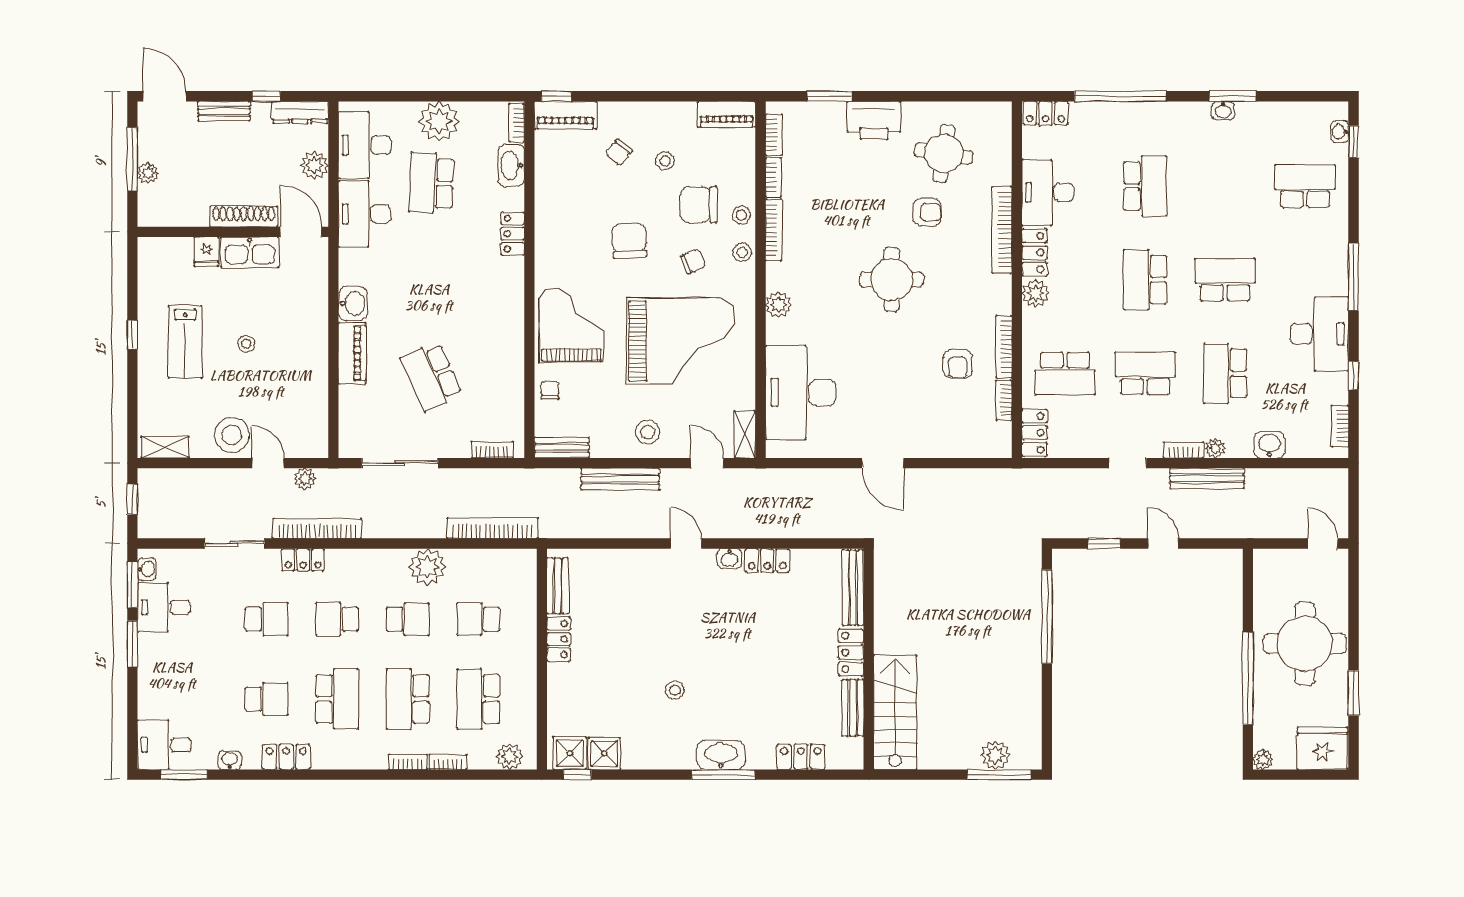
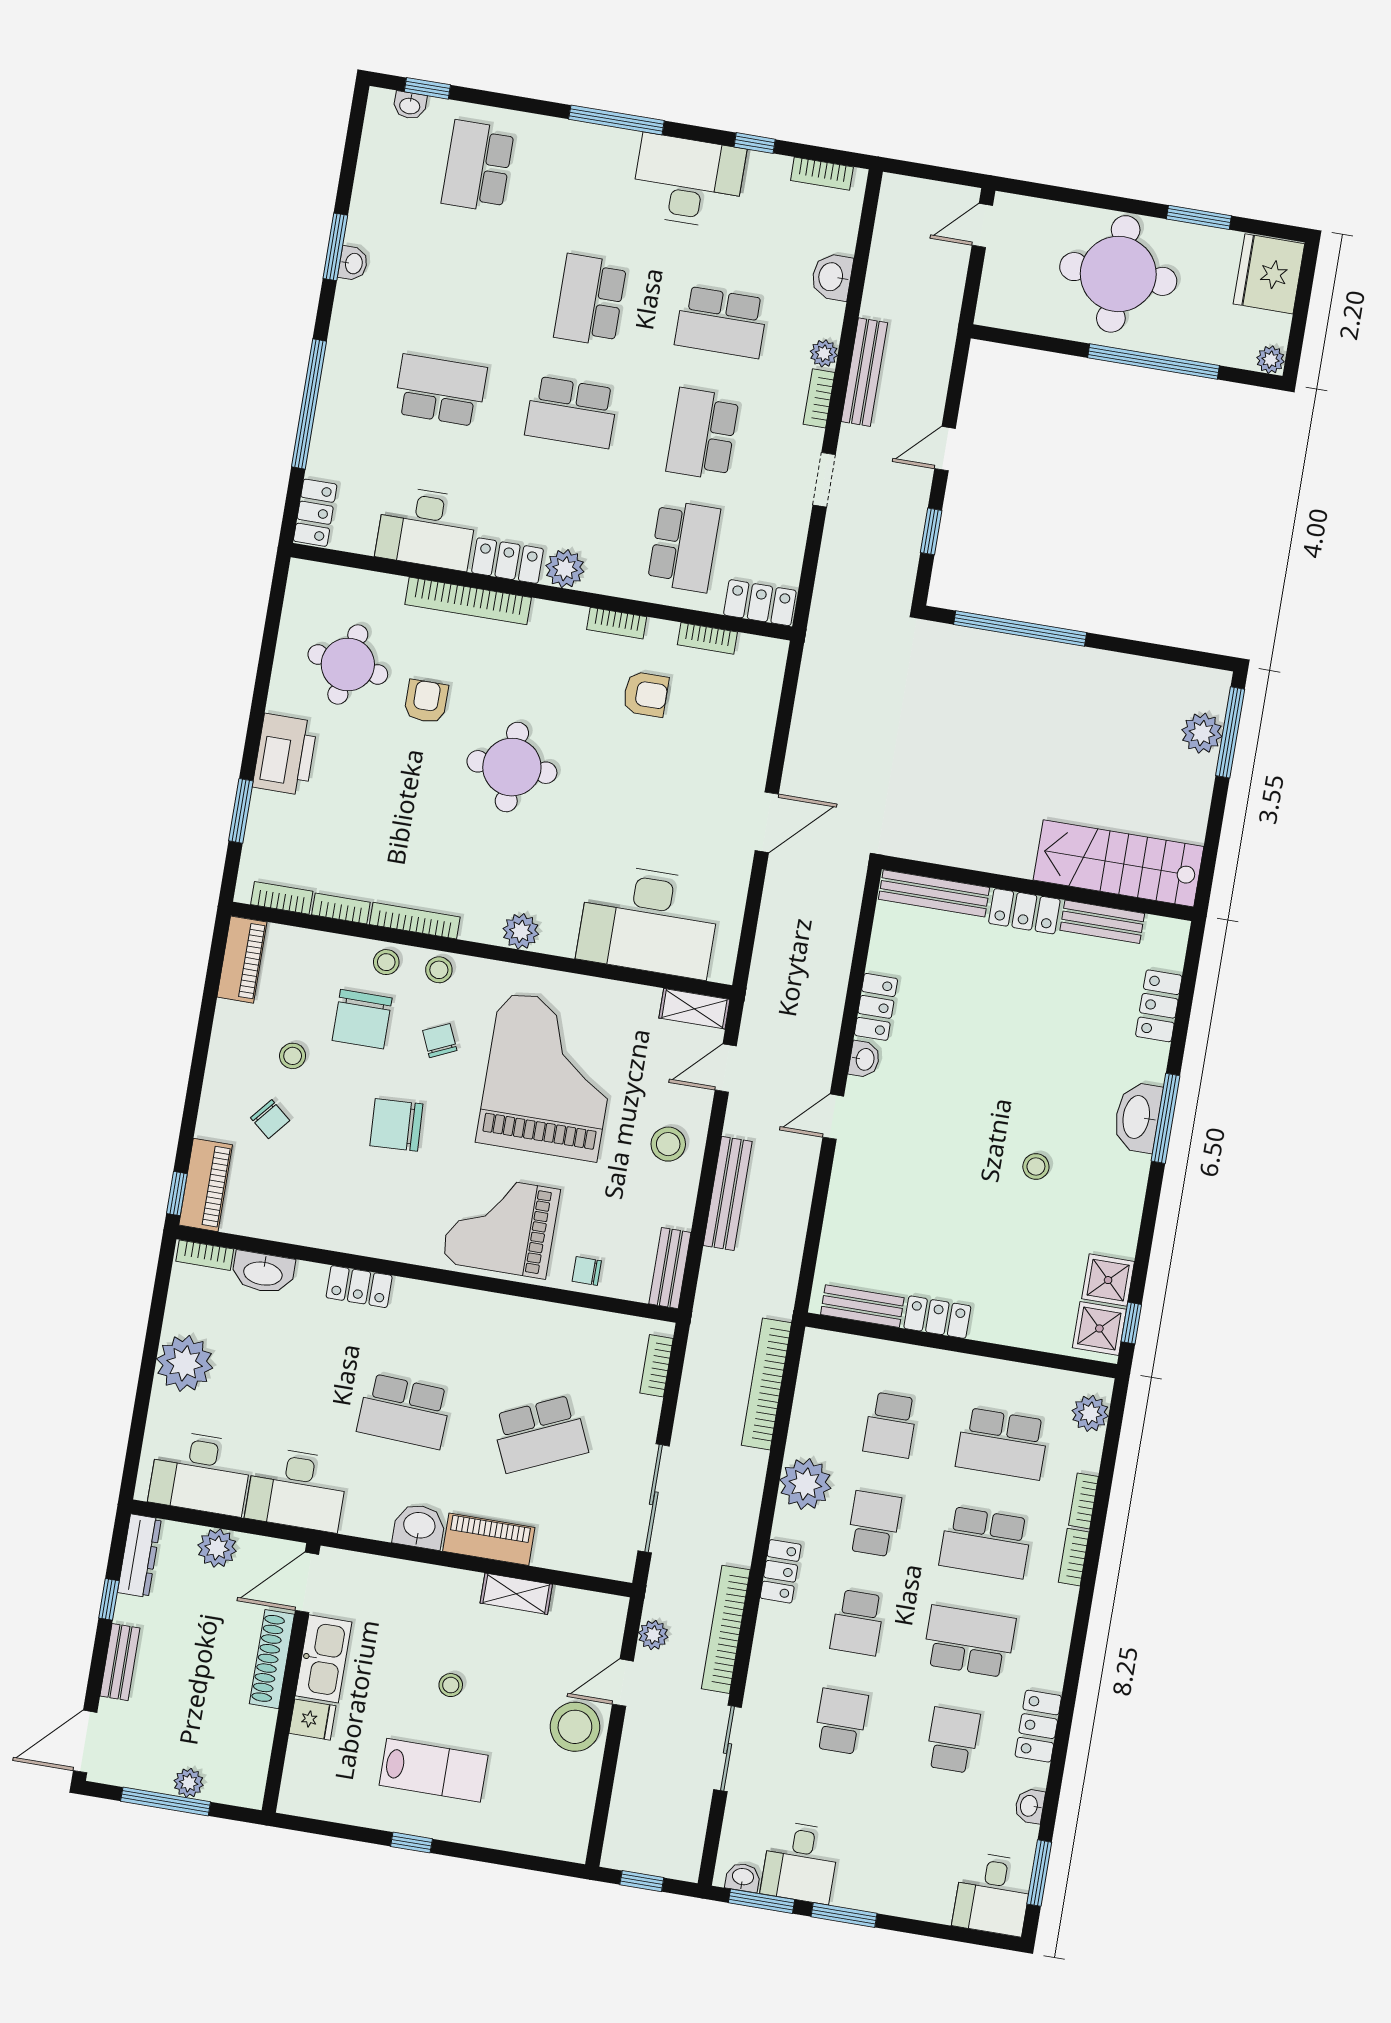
school desk: (431, 183) -> (404, 1411), moved
bookcase: (1004, 347) -> (617, 623), width x0.64
shelving: (165, 447) -> (516, 1594), moved, turned 90
locker: (303, 560) -> (781, 1571), moved

